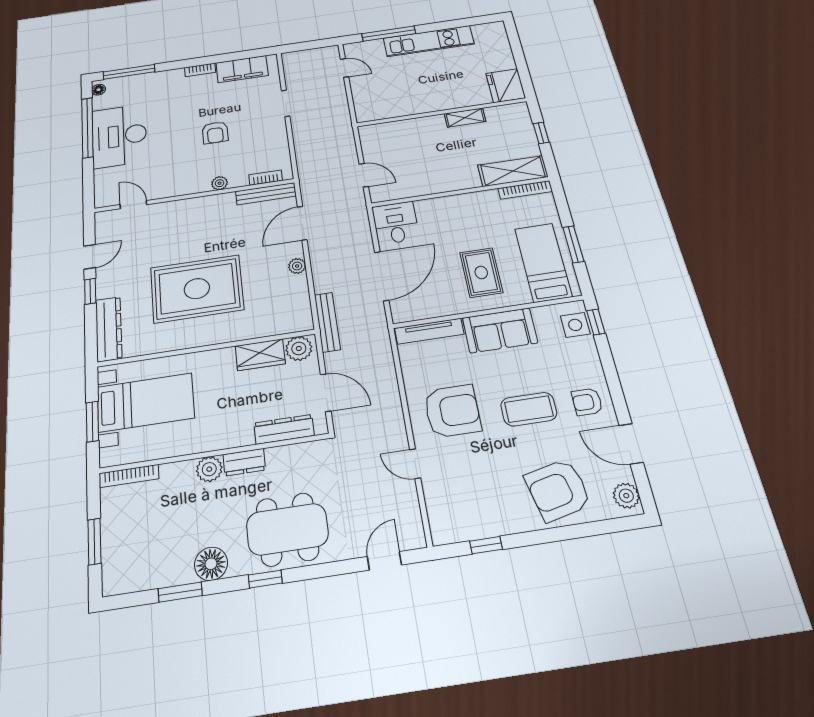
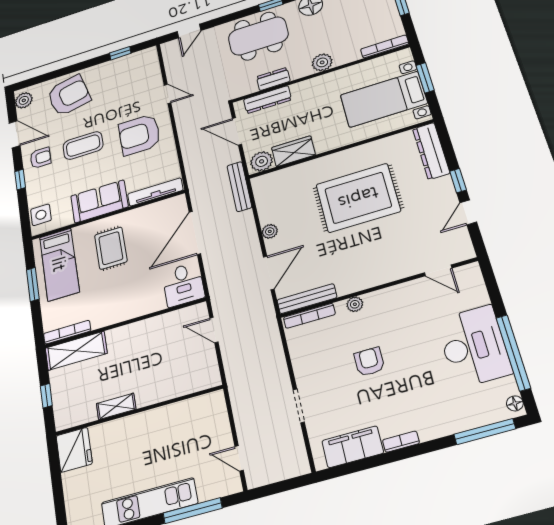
bookcase: (266, 178) -> (309, 316), width x1.56
window: (596, 322) -> (20, 180), moved
dresser: (244, 462) -> (273, 79), moved

